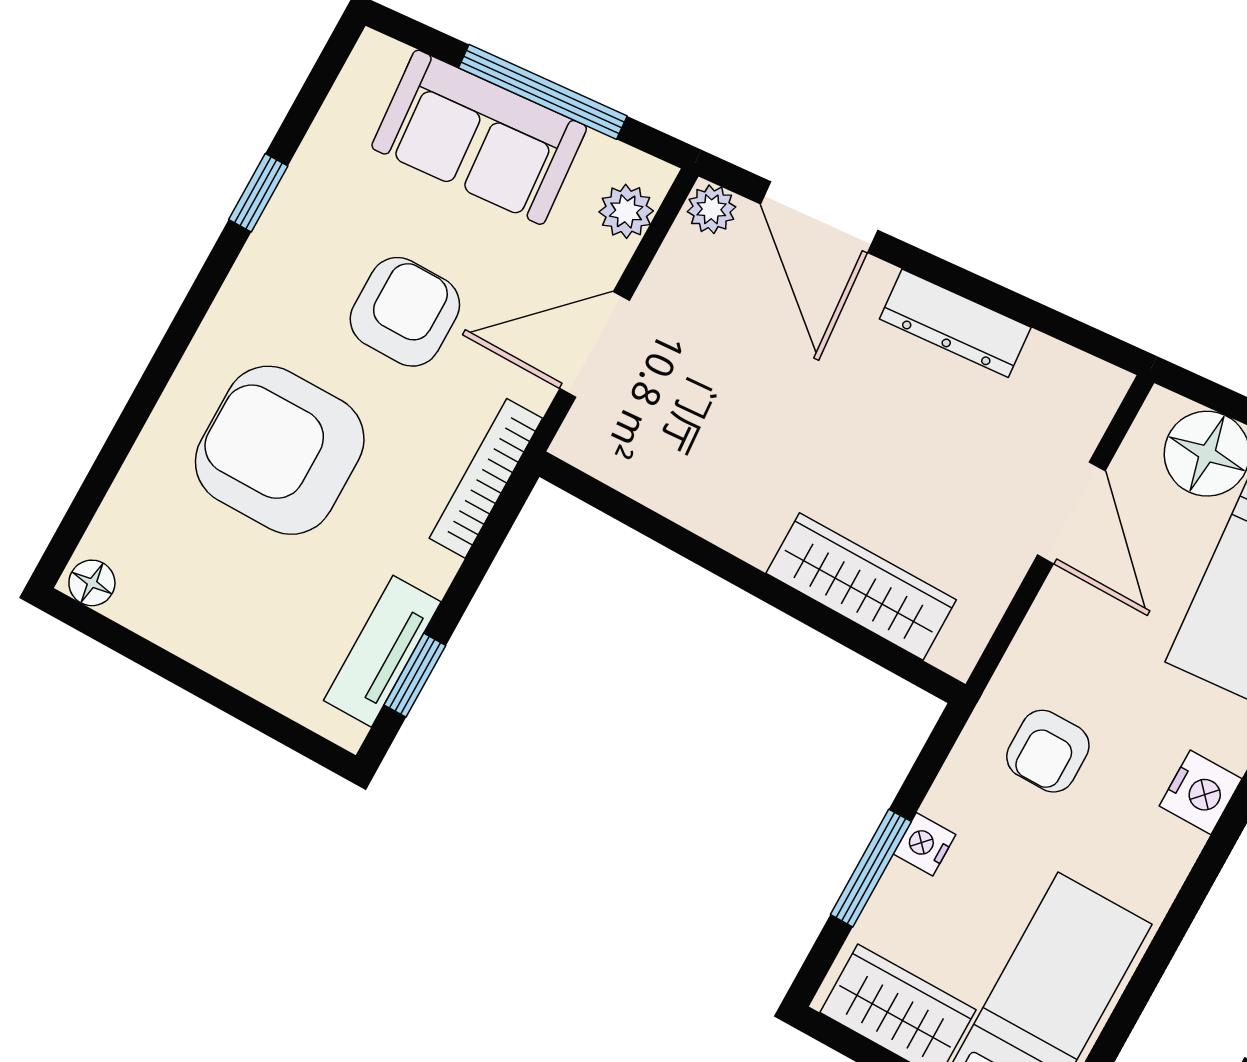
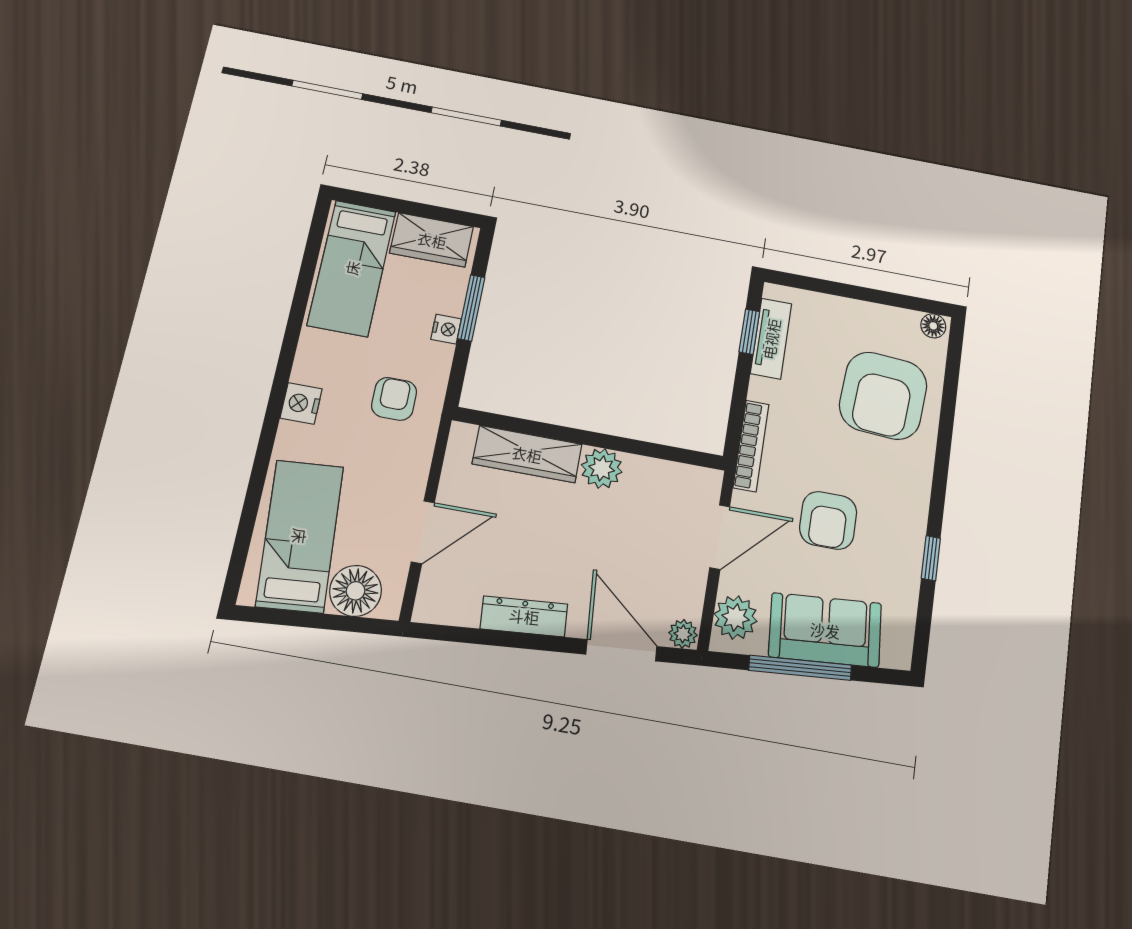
plant: (626, 211) -> (736, 618), width x1.38, depth x1.38
armchair: (280, 450) -> (883, 396), moved, turned 94
door: (1071, 513) -> (423, 532), swing flipped
plant: (748, 522) -> (602, 468), added

